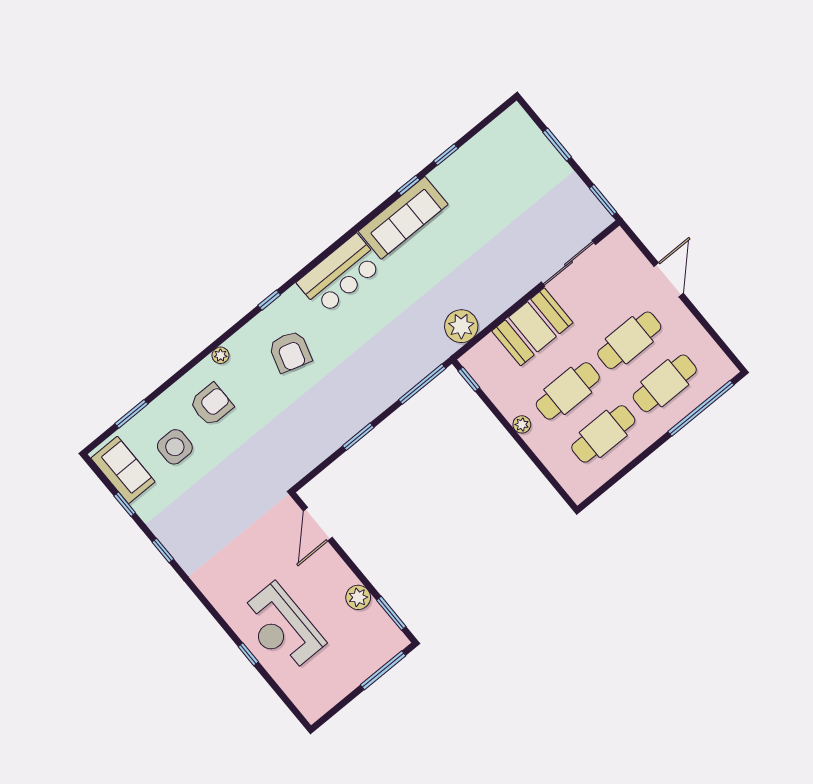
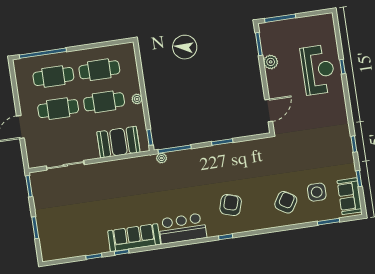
plant: (461, 326) -> (162, 158), moved, width x0.53, depth x0.53
booth: (532, 327) -> (118, 142), moved
plant: (220, 355) -> (266, 224), removed
armchair: (211, 404) -> (286, 202), turned 122

